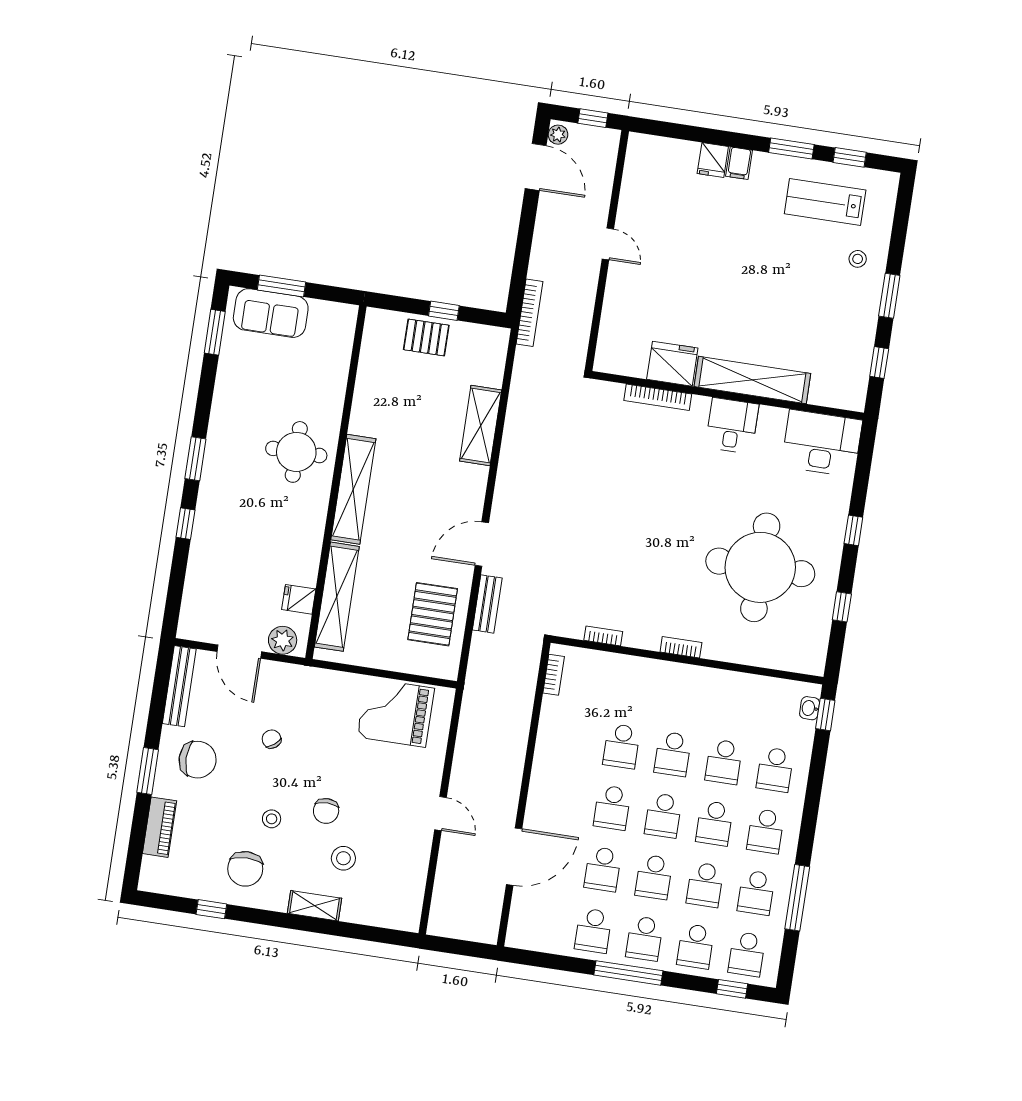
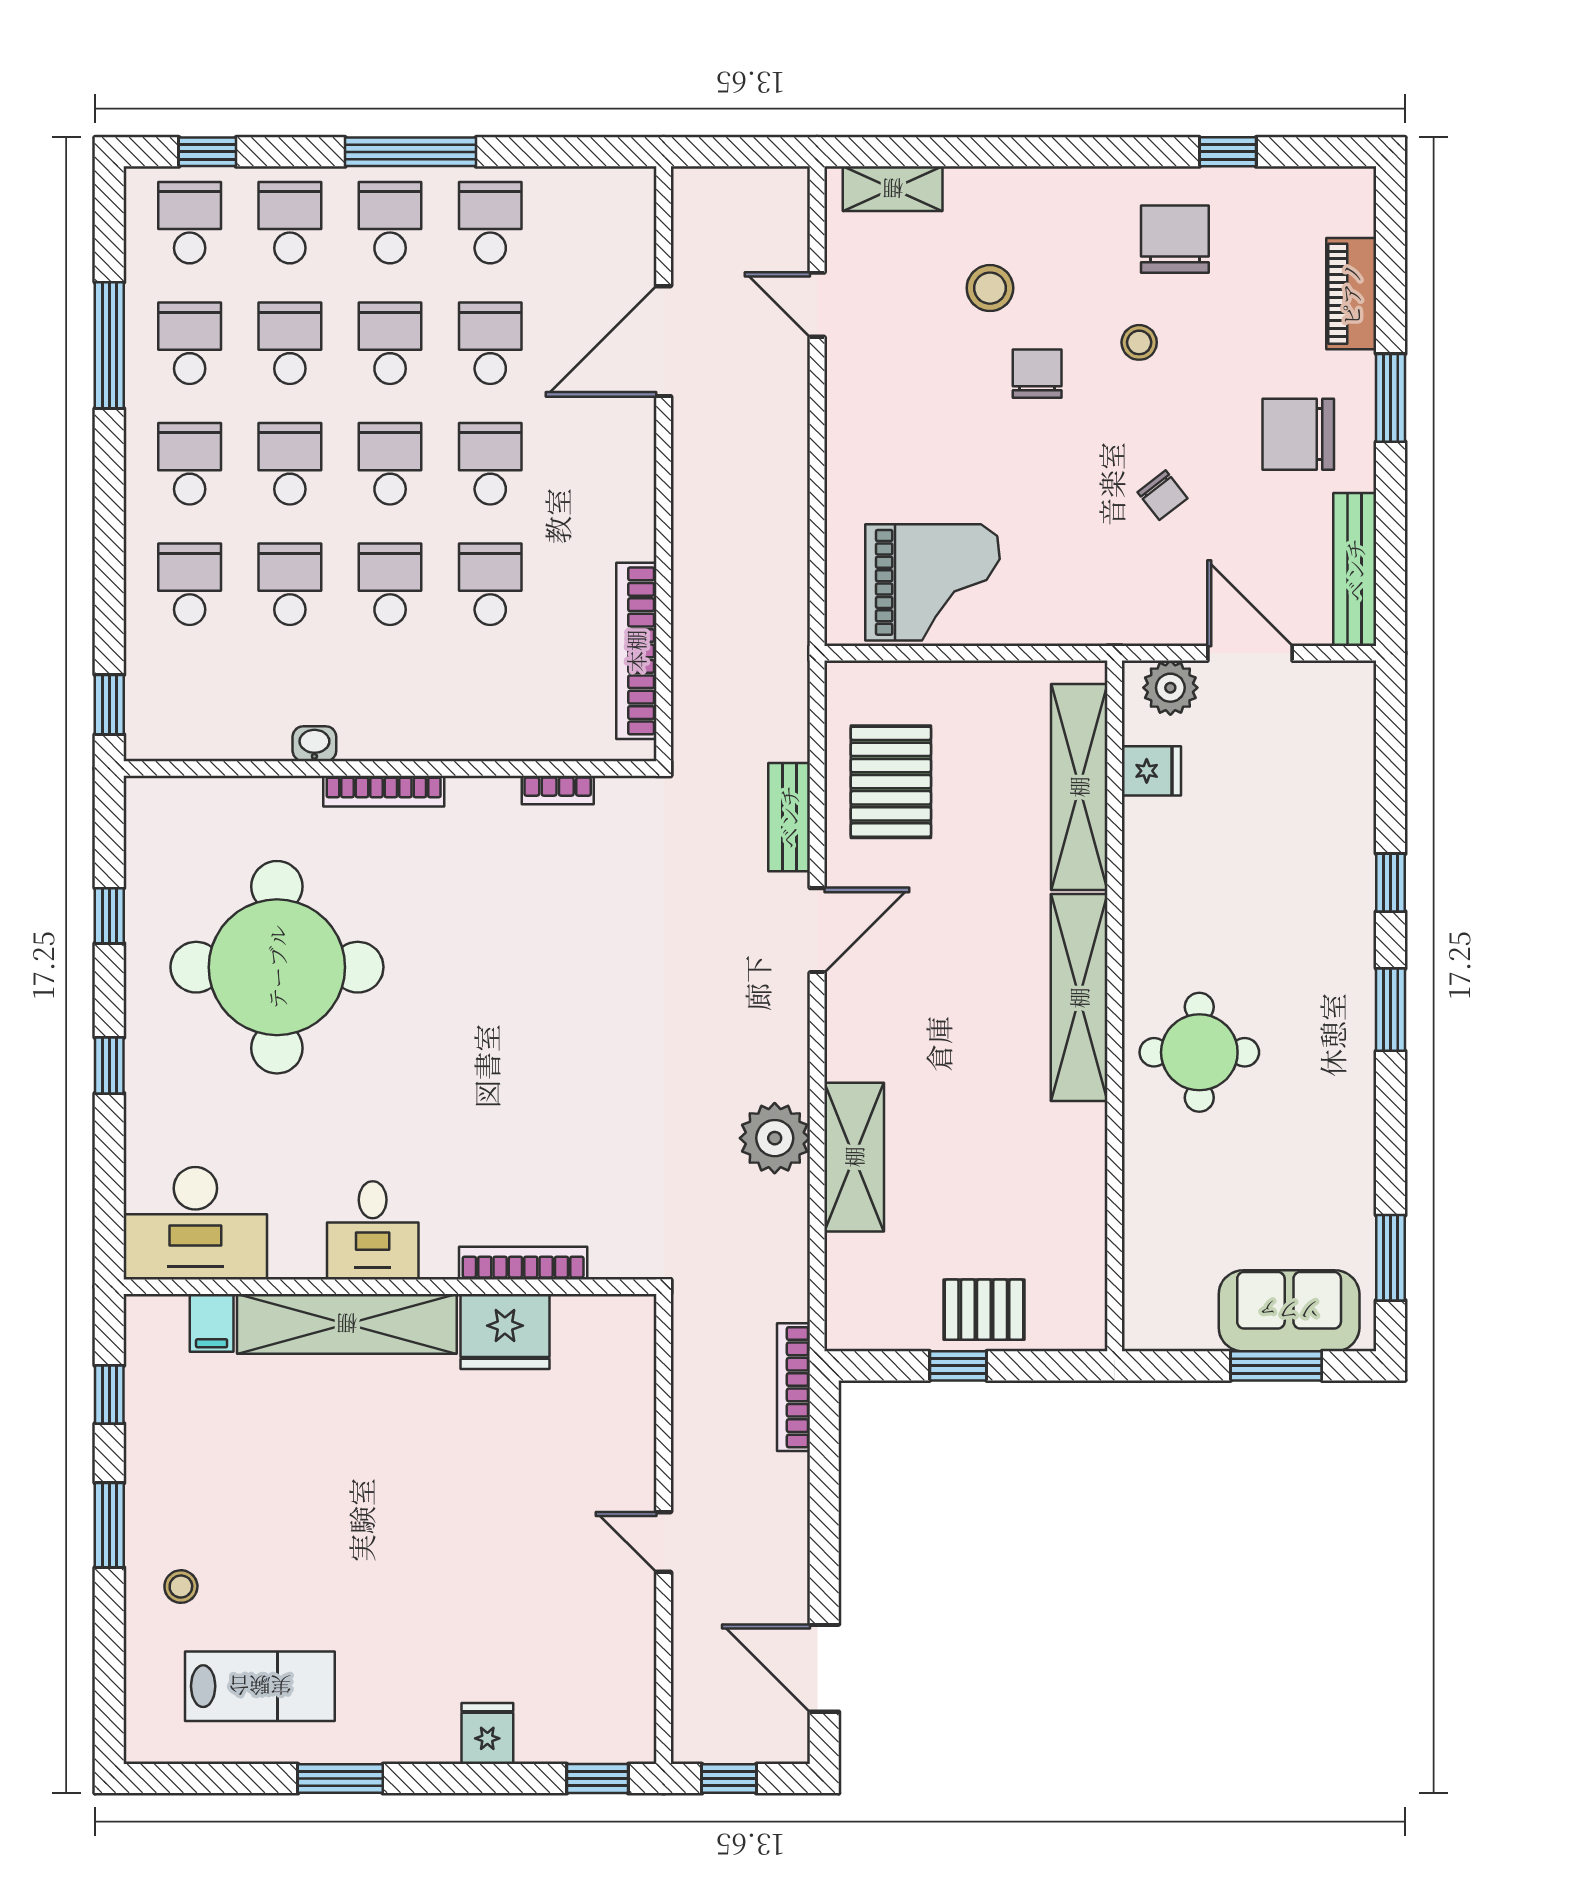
plant: (558, 135) -> (775, 1138), moved, width x1.88, depth x1.88
window: (850, 157) -> (598, 1779), moved
filing cabinet: (739, 163) -> (212, 1323), moved, turned 180
bookcase: (681, 647) -> (384, 791), width x1.56
bookcase: (554, 675) -> (636, 651), width x2.31, depth x1.31
washbasin: (810, 708) -> (314, 744), moved, turned -90
door: (441, 814) -> (817, 305), moved
shelving: (314, 906) -> (893, 189), moved

